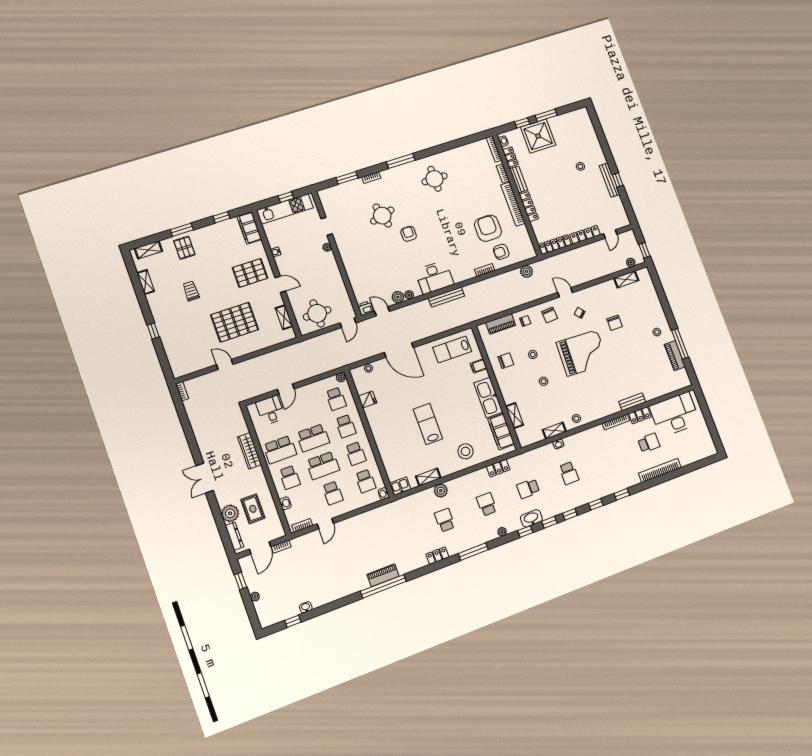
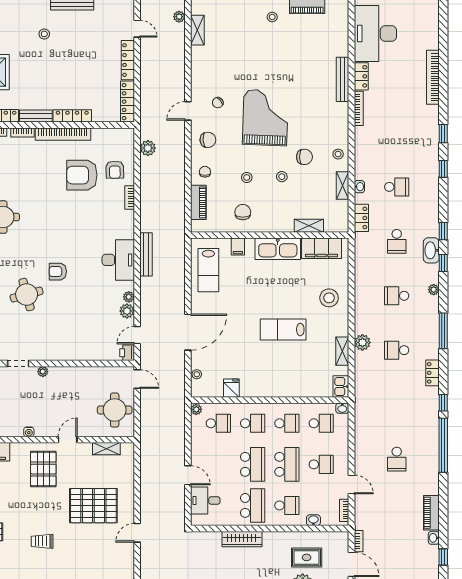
pallet: (235, 322) -> (93, 506), turned 90
chair: (615, 323) -> (304, 157), moved
bench: (632, 402) -> (343, 79), width x1.36
school desk: (649, 443) -> (397, 459), moved, turned 180
locker: (498, 468) -> (361, 218), moved
window: (570, 514) -> (443, 403), moved
piano: (383, 575) -> (431, 513), moved

